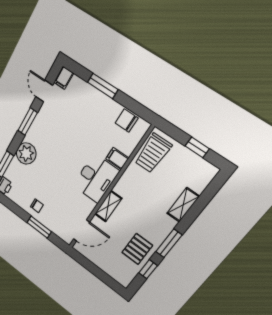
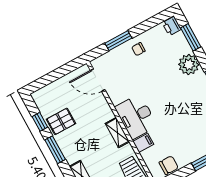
shelving: (108, 206) -> (117, 133), moved
door: (81, 231) -> (98, 80), hinge flipped
pallet: (137, 249) -> (61, 121), turned 90

